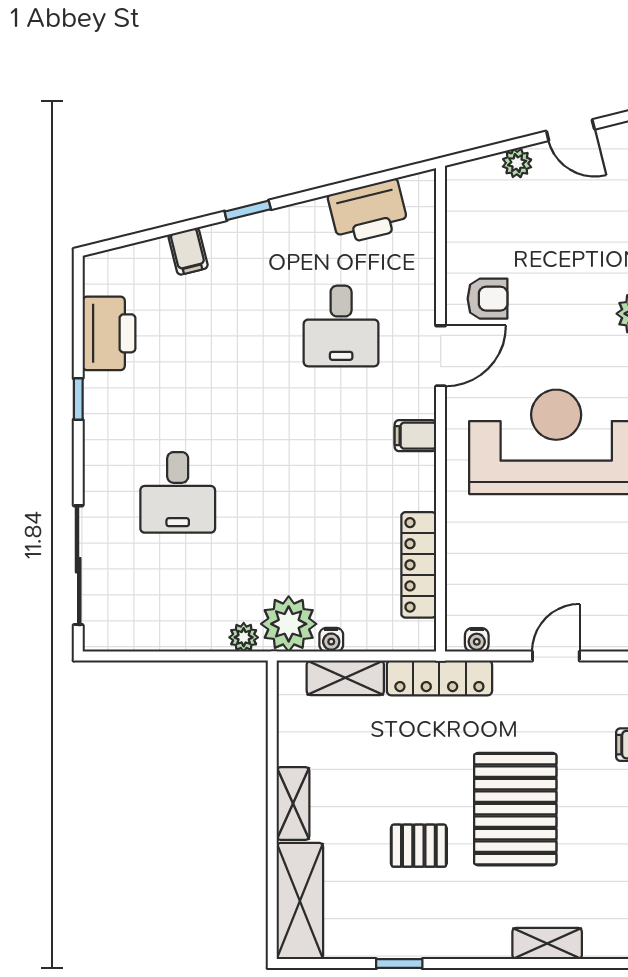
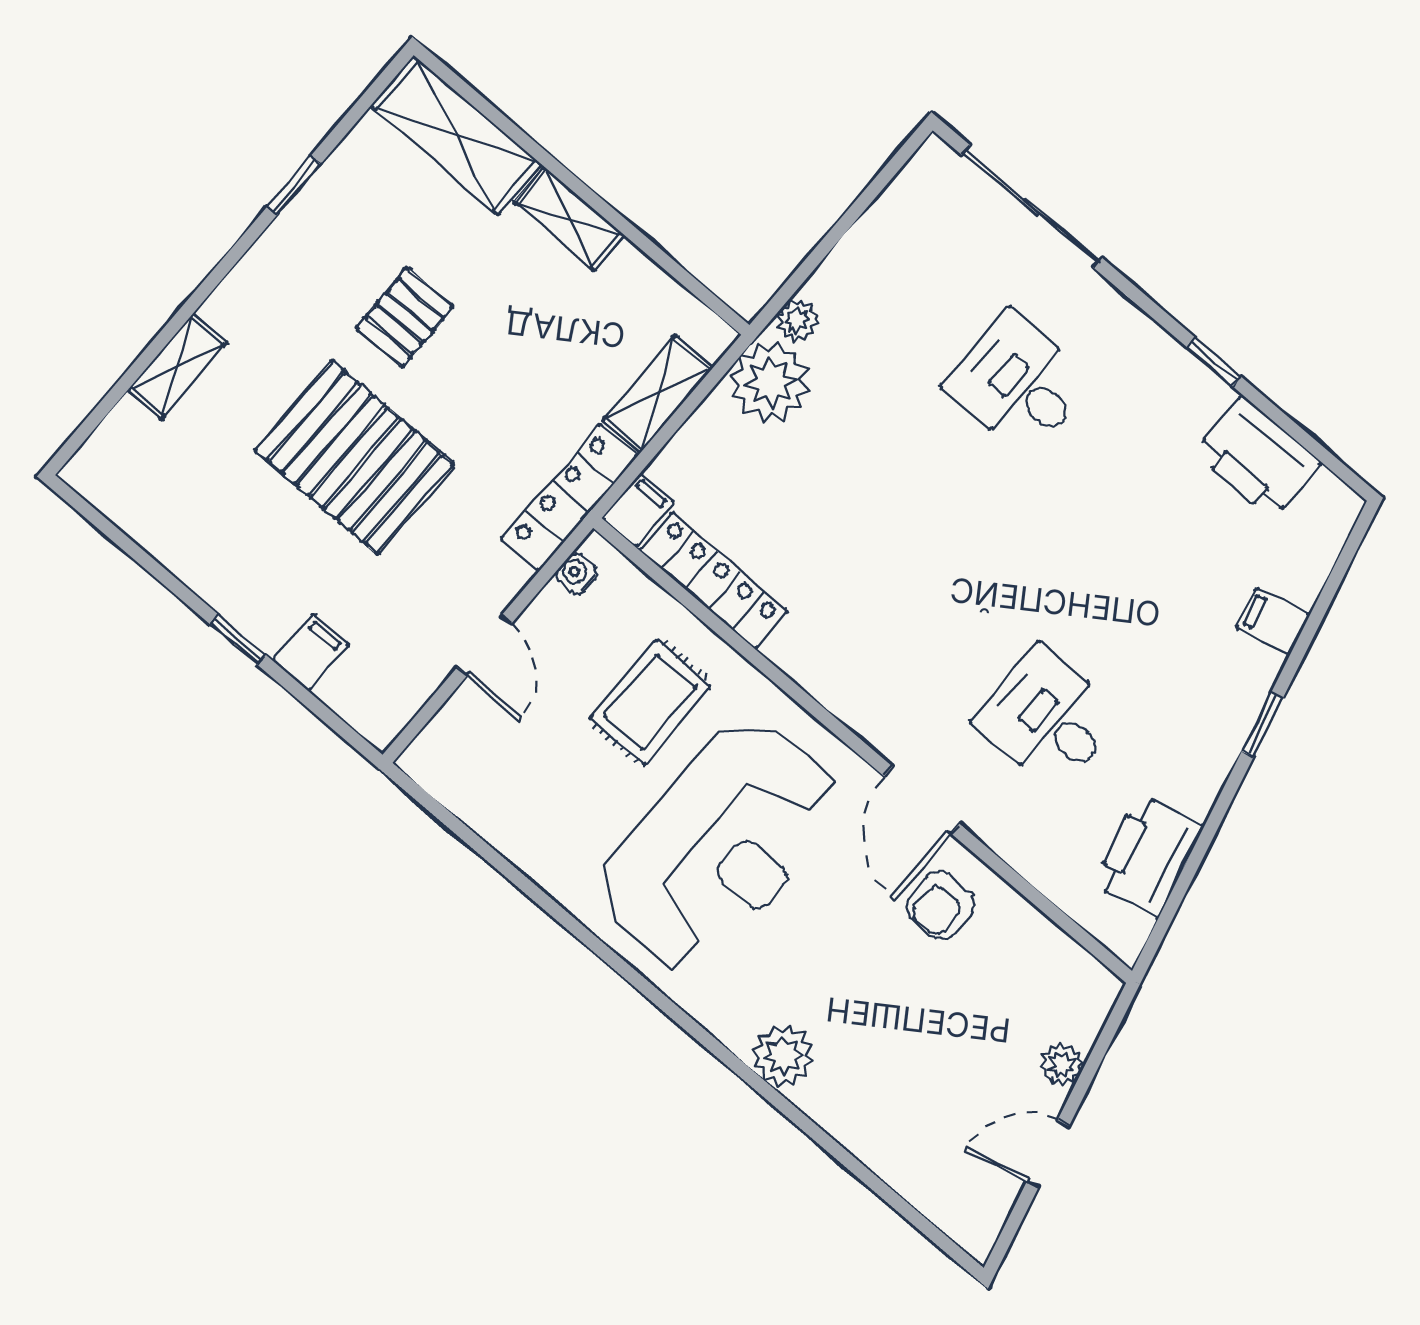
filing cabinet: (415, 436) -> (638, 510), moved
rug: (511, 543) -> (650, 702), added
water cooler: (331, 640) -> (713, 414), removed

